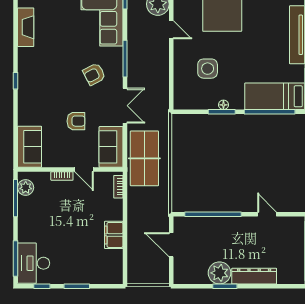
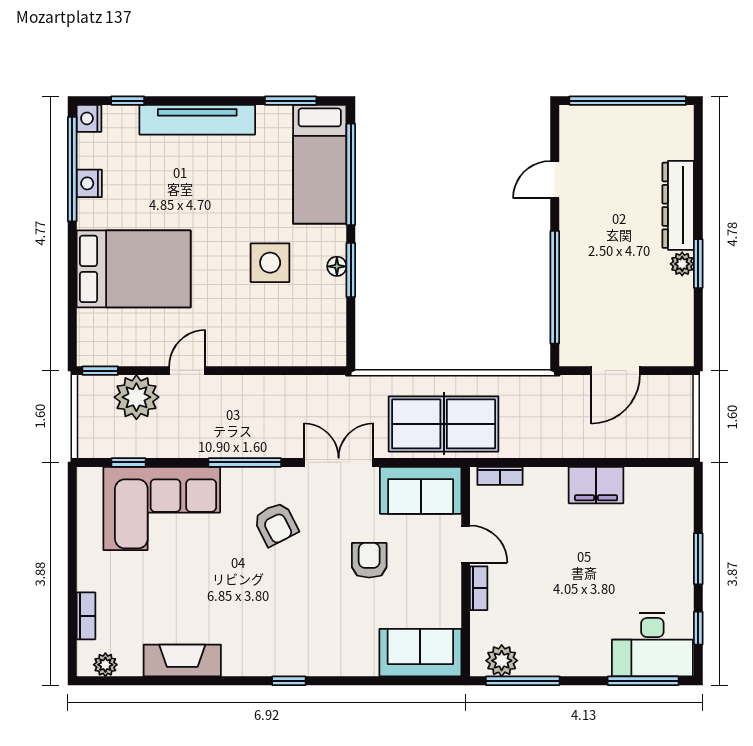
side table: (208, 69) -> (270, 263), moved
door: (84, 169) -> (466, 544), hinge flipped
plant: (220, 273) -> (682, 264), width x0.53, depth x0.53

